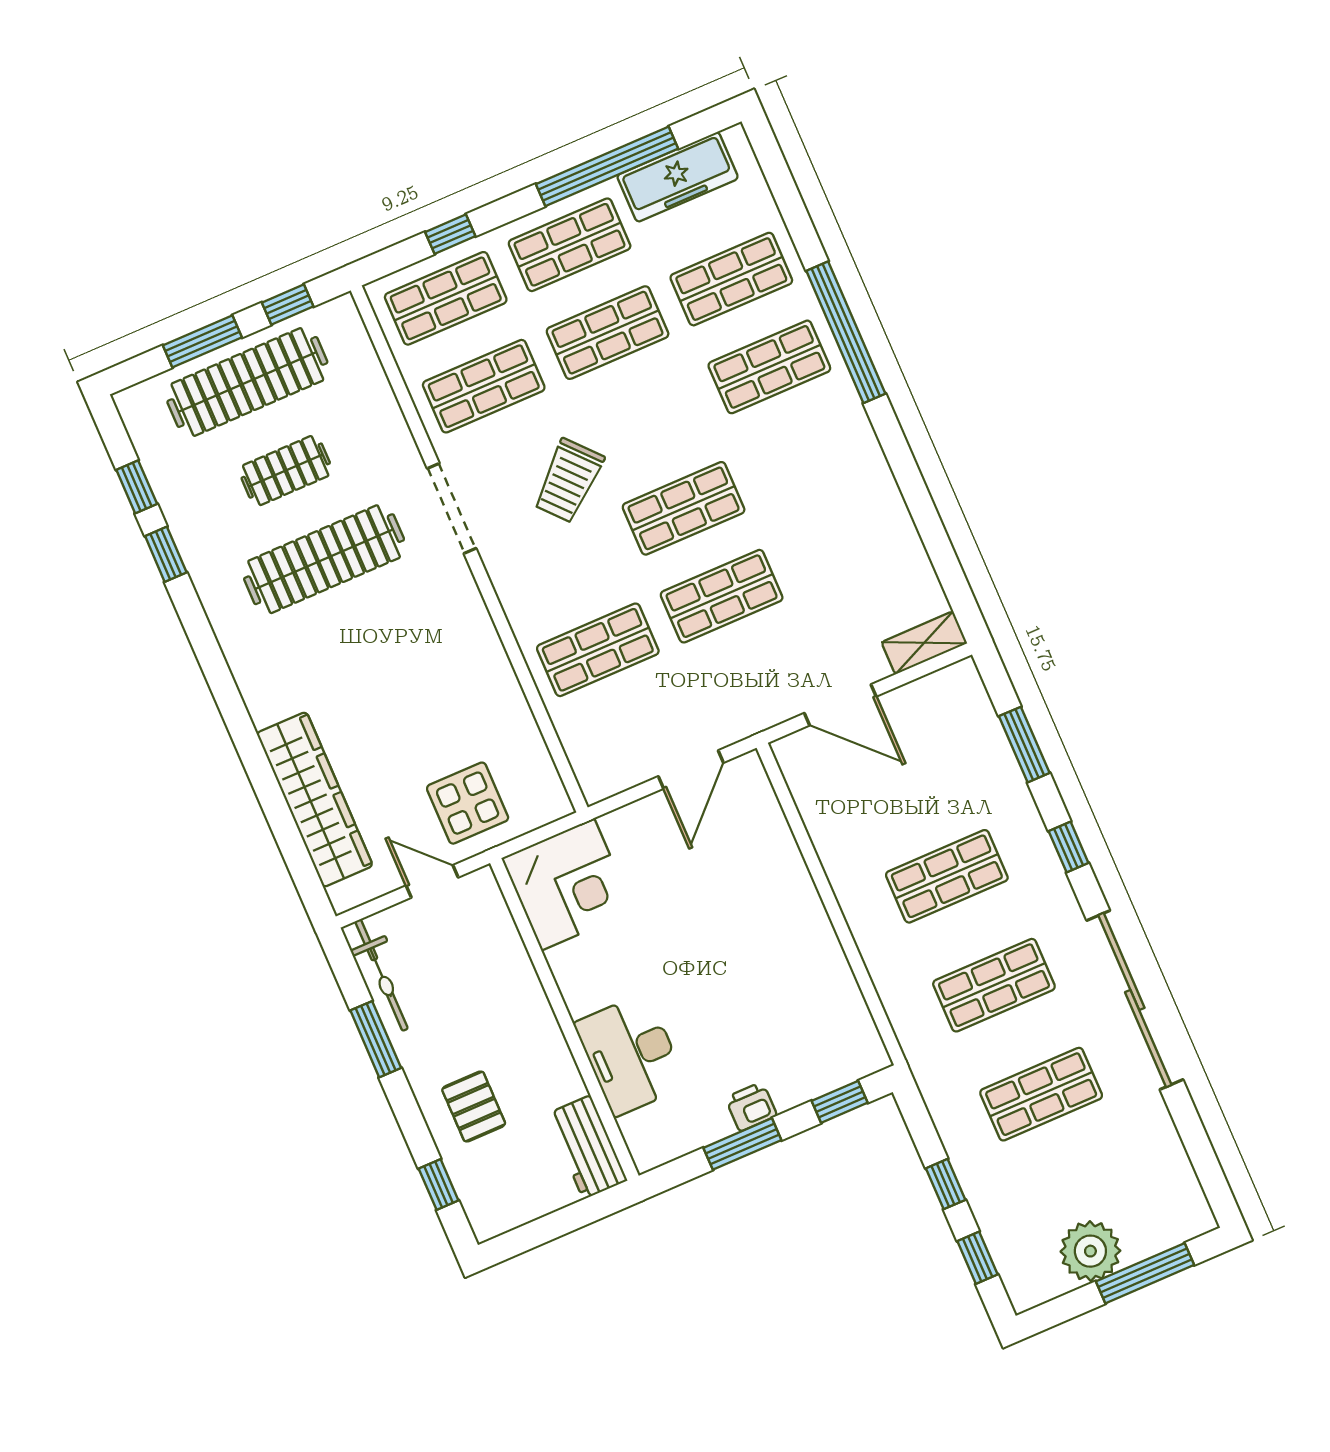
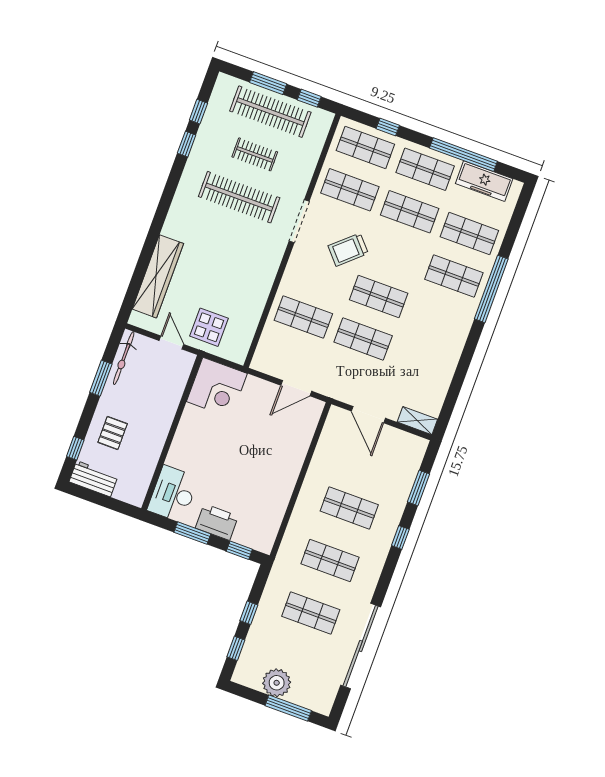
sliding door: (1135, 1000) -> (361, 646), moved
desk: (631, 1055) -> (173, 494), moved
printer: (751, 1107) -> (217, 522), width x1.87, depth x1.48
workbench: (587, 1147) -> (94, 479), moved, turned 90

